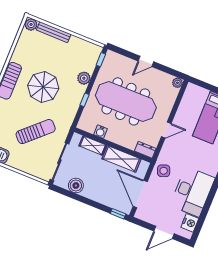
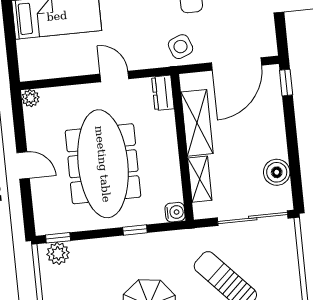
plant: (84, 78) -> (58, 253), moved
water cooler: (100, 132) -> (175, 212), moved

